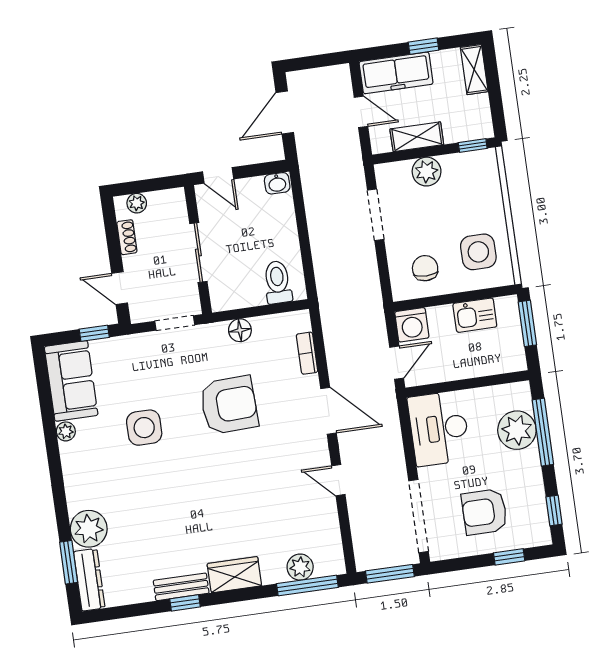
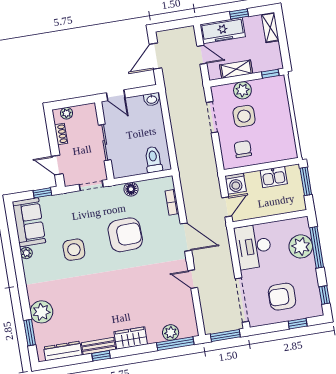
side table: (478, 252) -> (244, 116), moved
dresser: (89, 580) -> (63, 351), moved, turned -90

